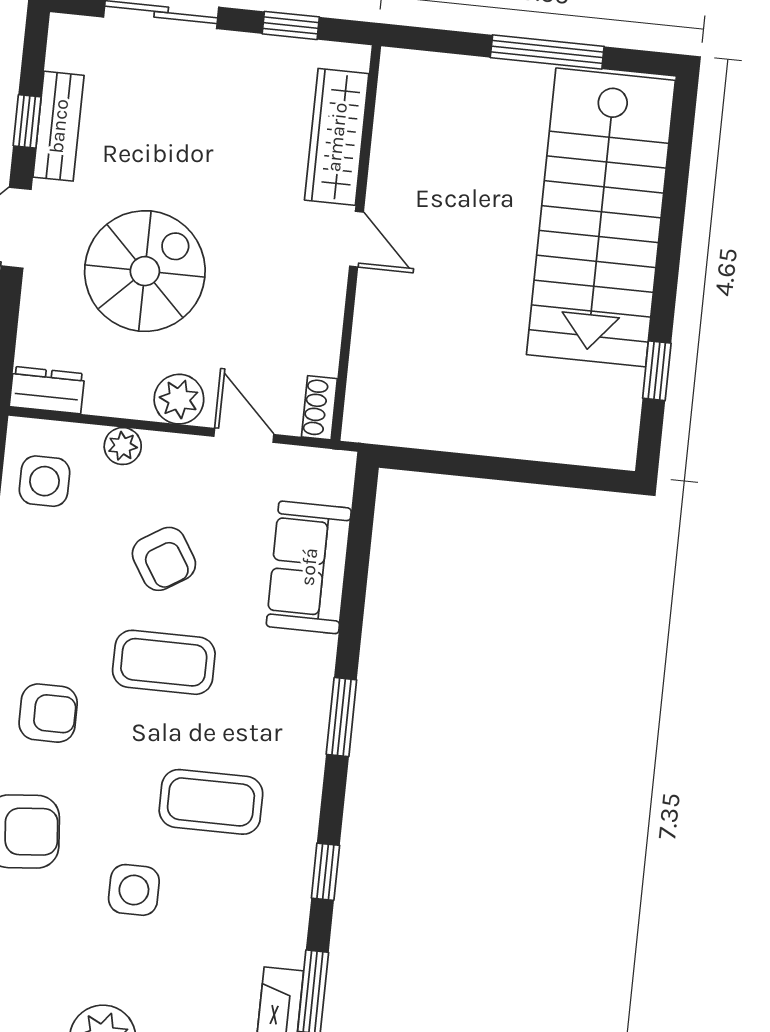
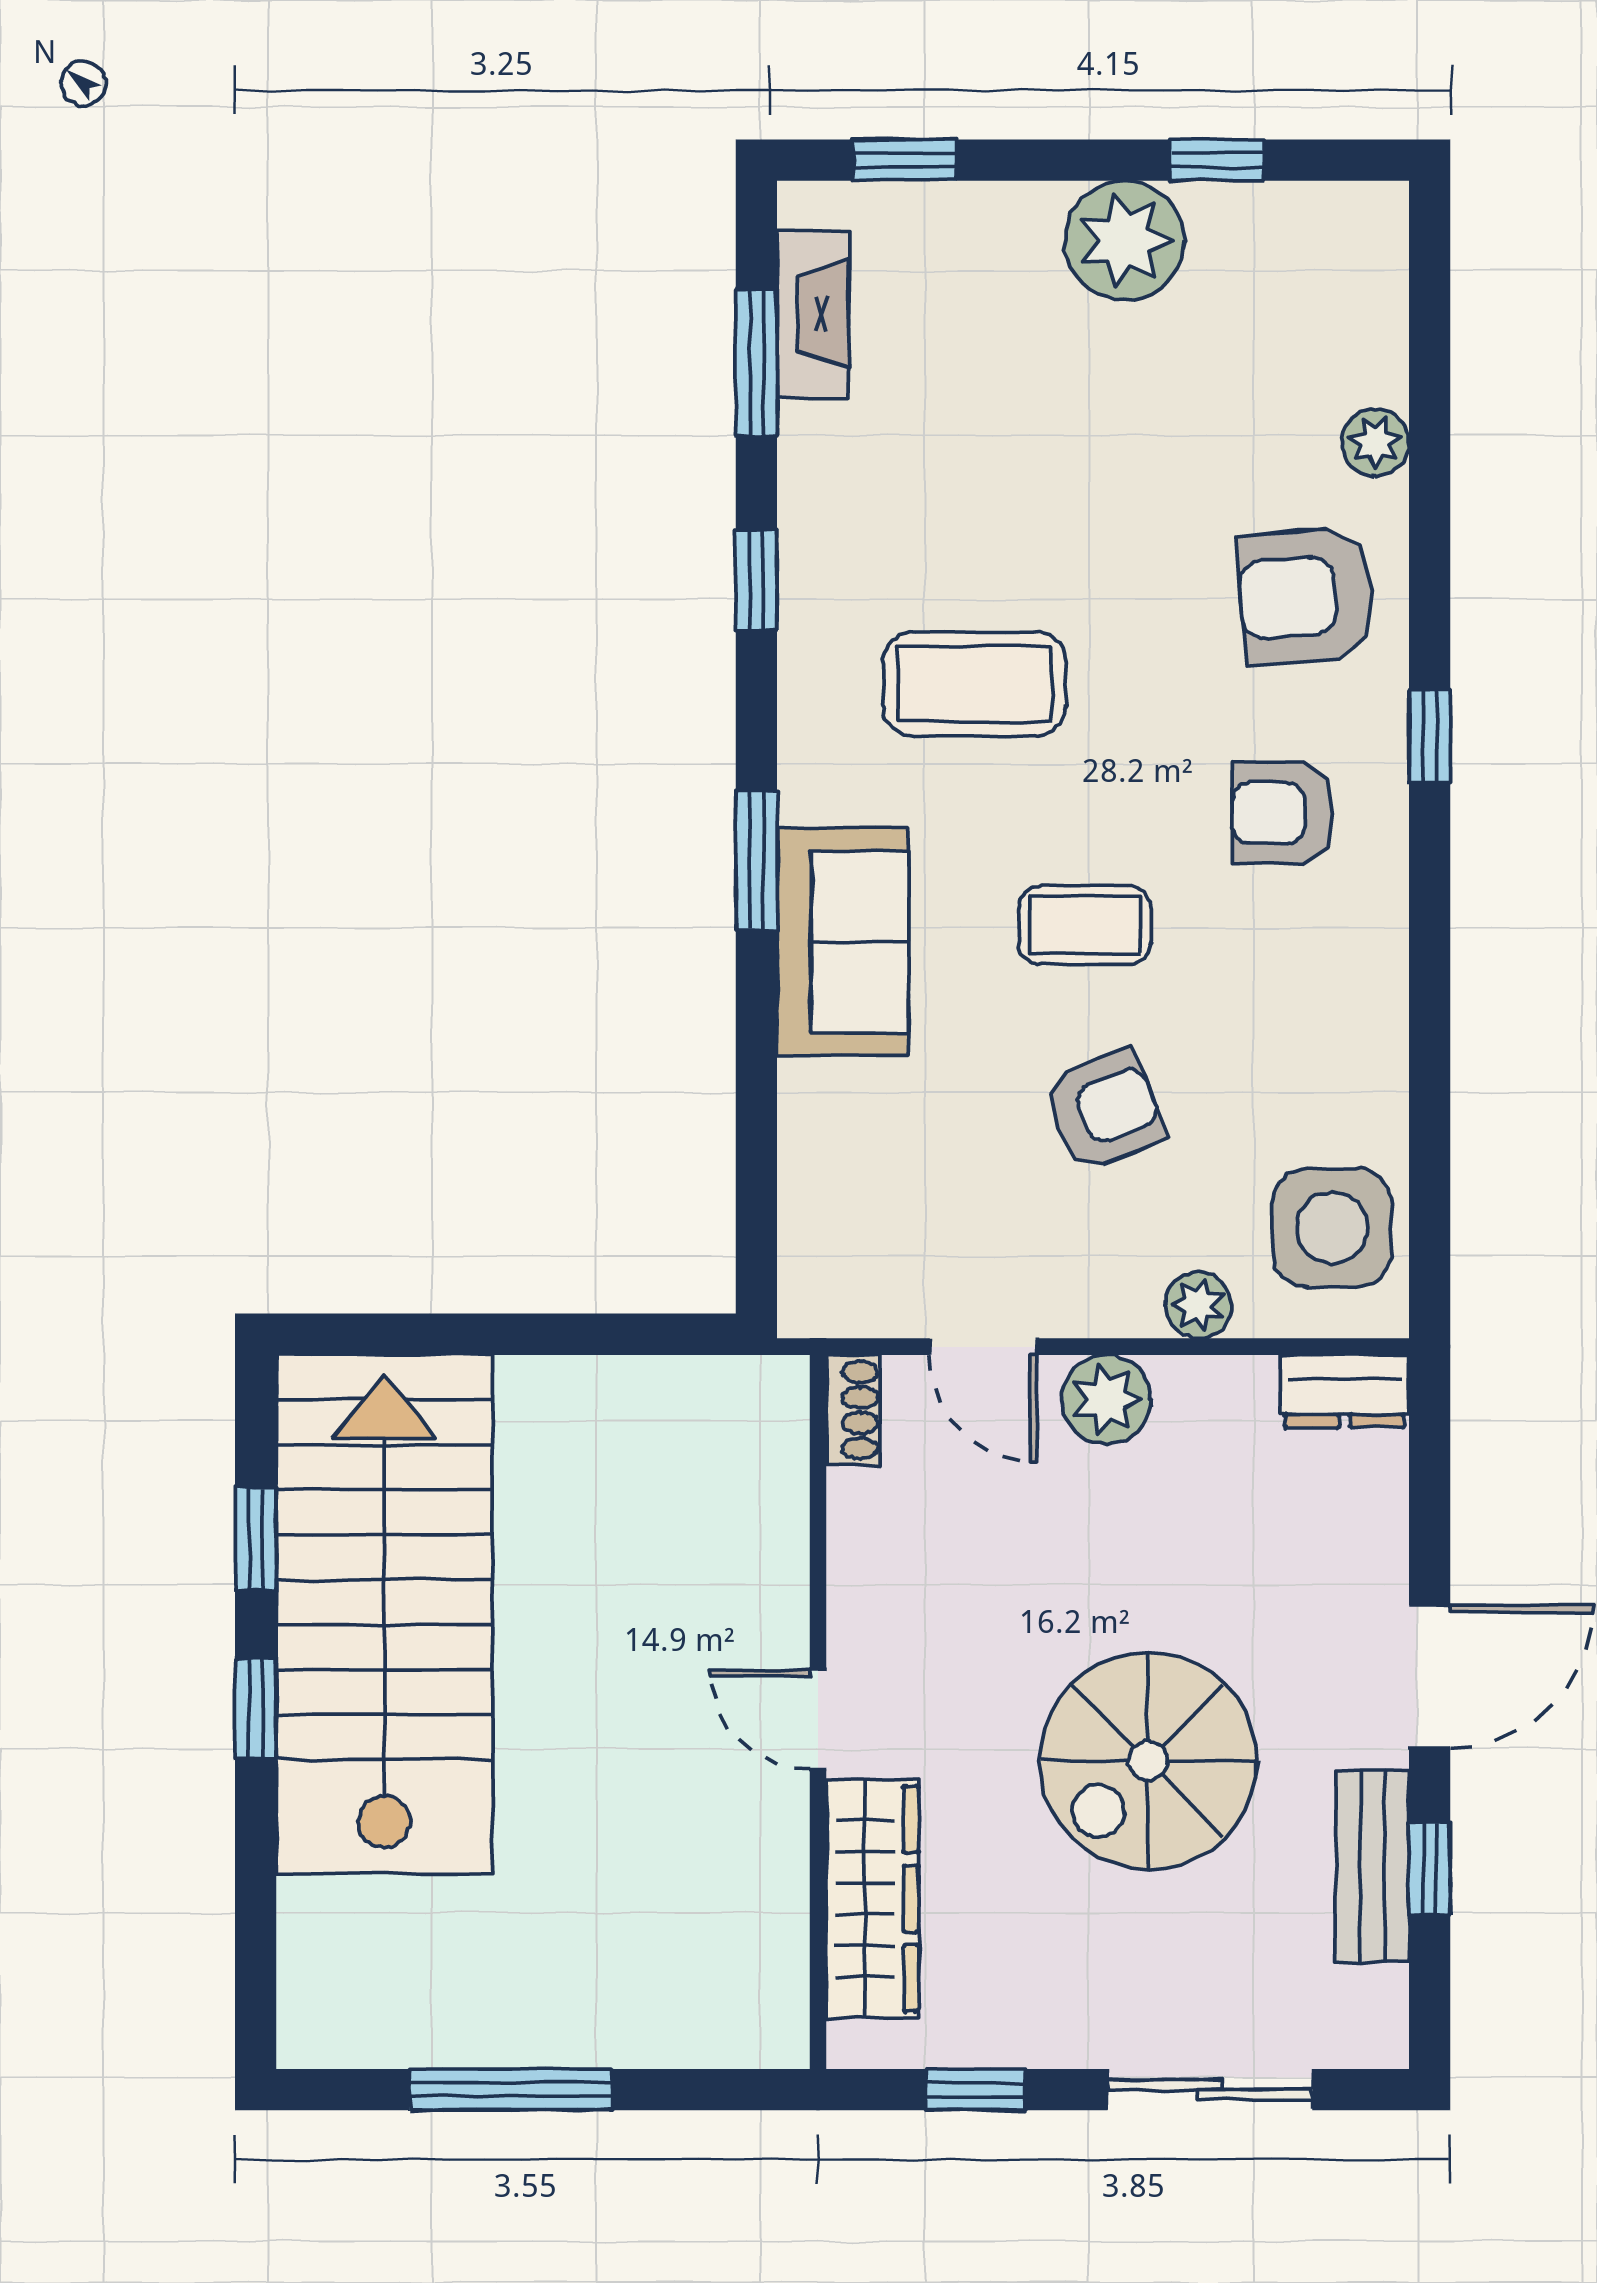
stairs: (601, 217) -> (384, 1614), moved
spiral stairs: (145, 271) -> (1148, 1761), moved
window: (666, 277) -> (256, 1708), added
side table: (45, 481) -> (1332, 1228), width x1.37, depth x1.37
armchair: (164, 559) -> (1104, 1111), turned 100
sofa: (309, 567) -> (843, 942), moved
coffee table: (164, 662) -> (1085, 925), width x0.73, depth x0.77
side table: (134, 890) -> (1096, 512), removed

